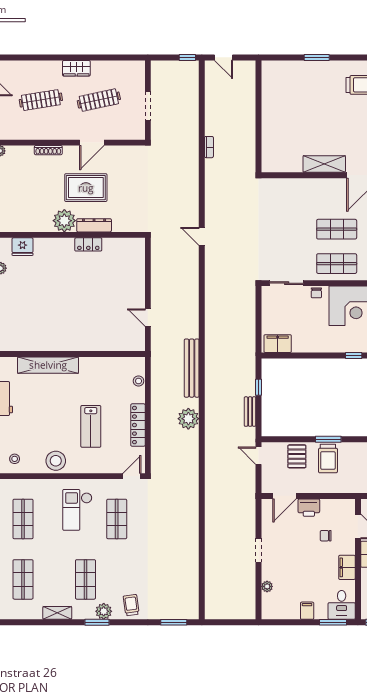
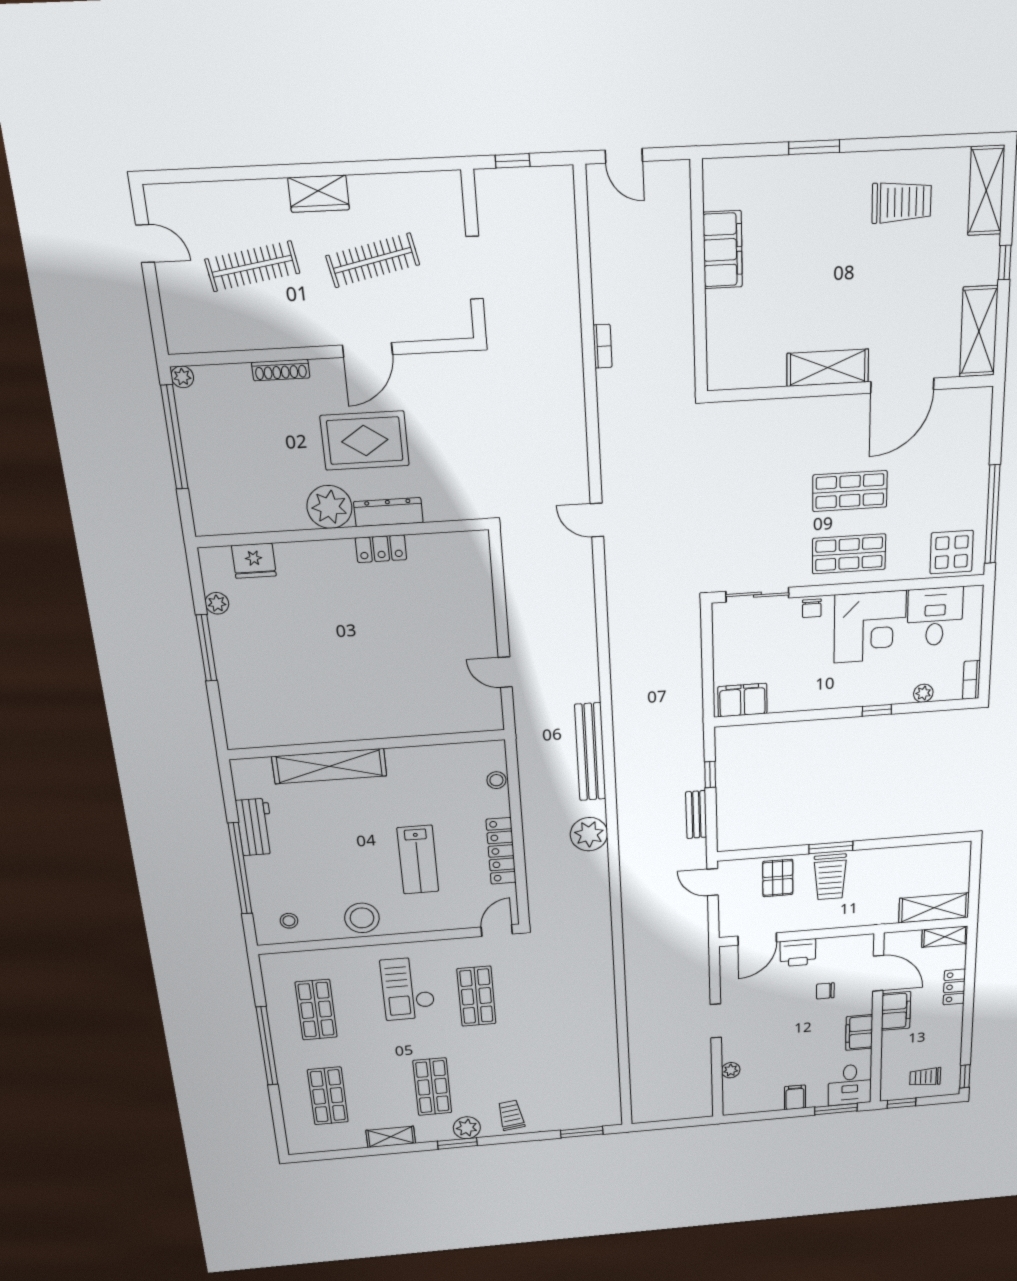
window: (187, 57) -> (513, 161), moved
filing cabinet: (271, 103) -> (723, 250), added

